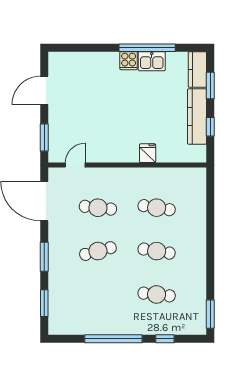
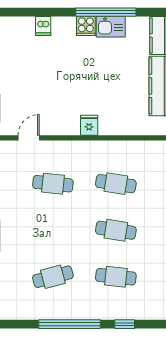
dishwasher: (89, 61) -> (43, 26), added
fridge: (148, 153) -> (89, 125), moved
cafe table: (98, 251) -> (53, 277), moved

